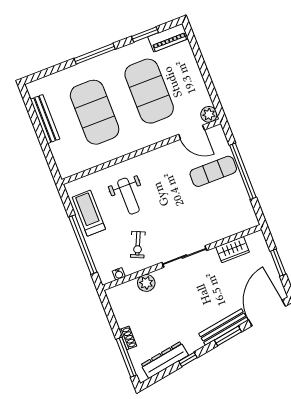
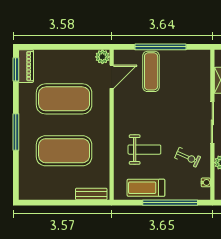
window: (145, 34) -> (16, 69), moved
bench: (45, 119) -> (91, 194), moved, width x0.73

